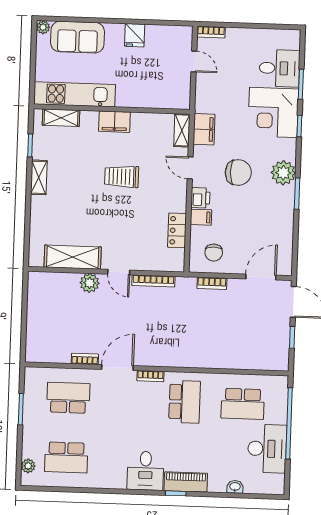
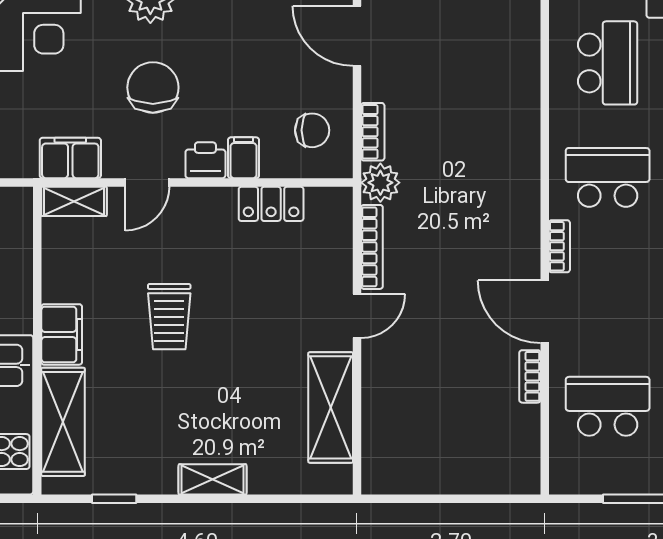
shelving: (61, 118) -> (63, 422), width x1.50, depth x1.33
shelving: (39, 177) -> (213, 479), moved
plant: (90, 283) -> (380, 183), moved
school desk: (68, 398) -> (608, 406), turned 90

